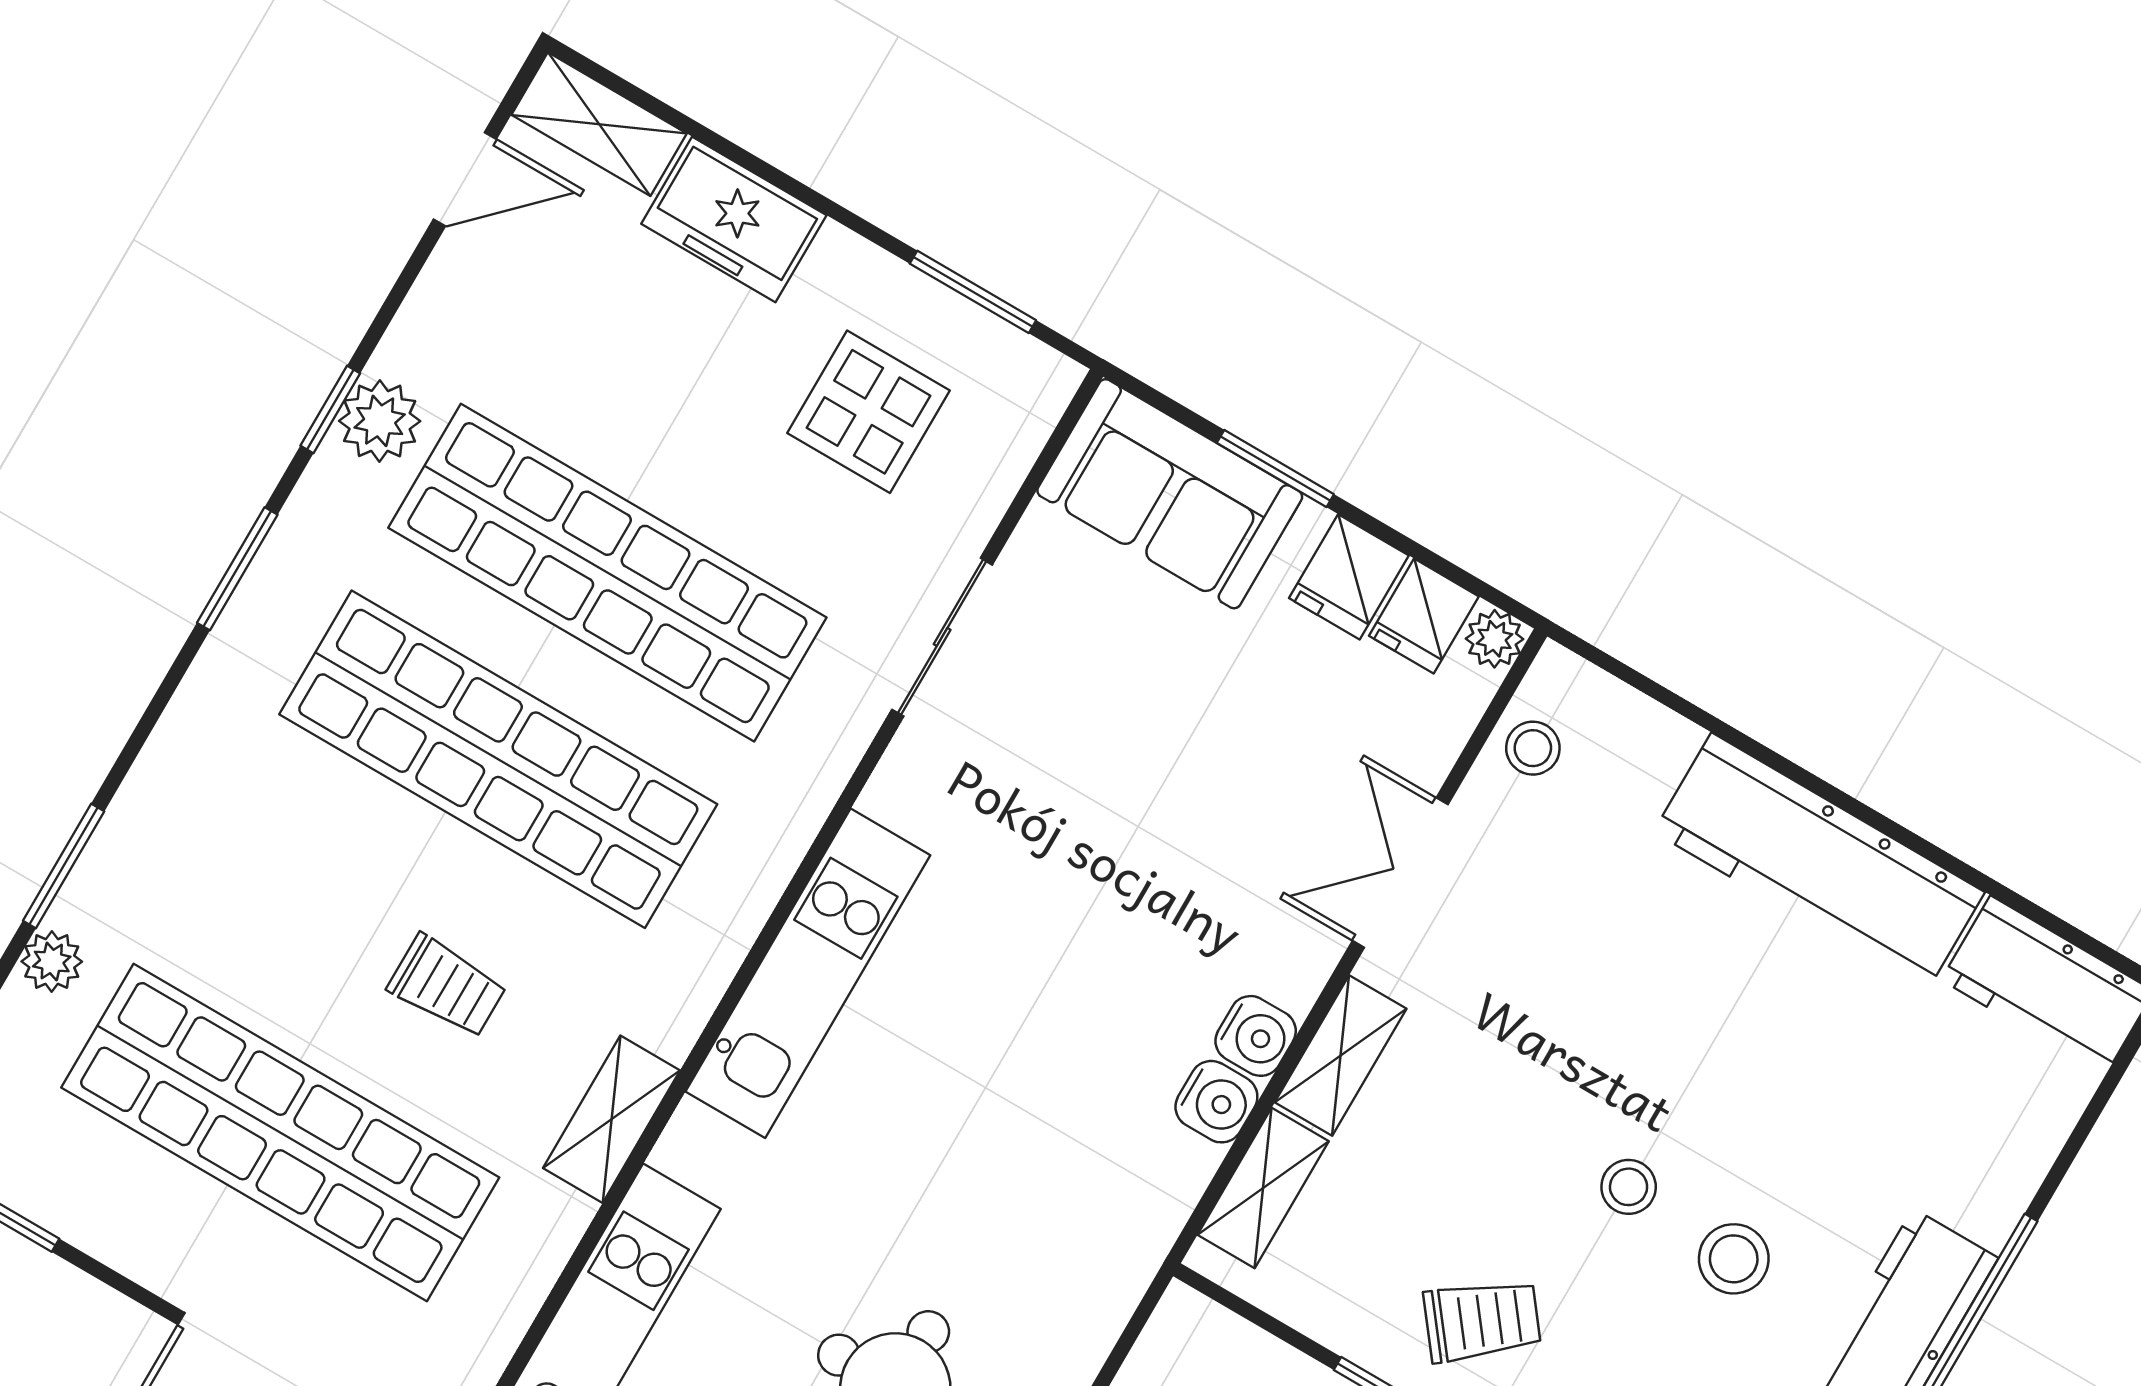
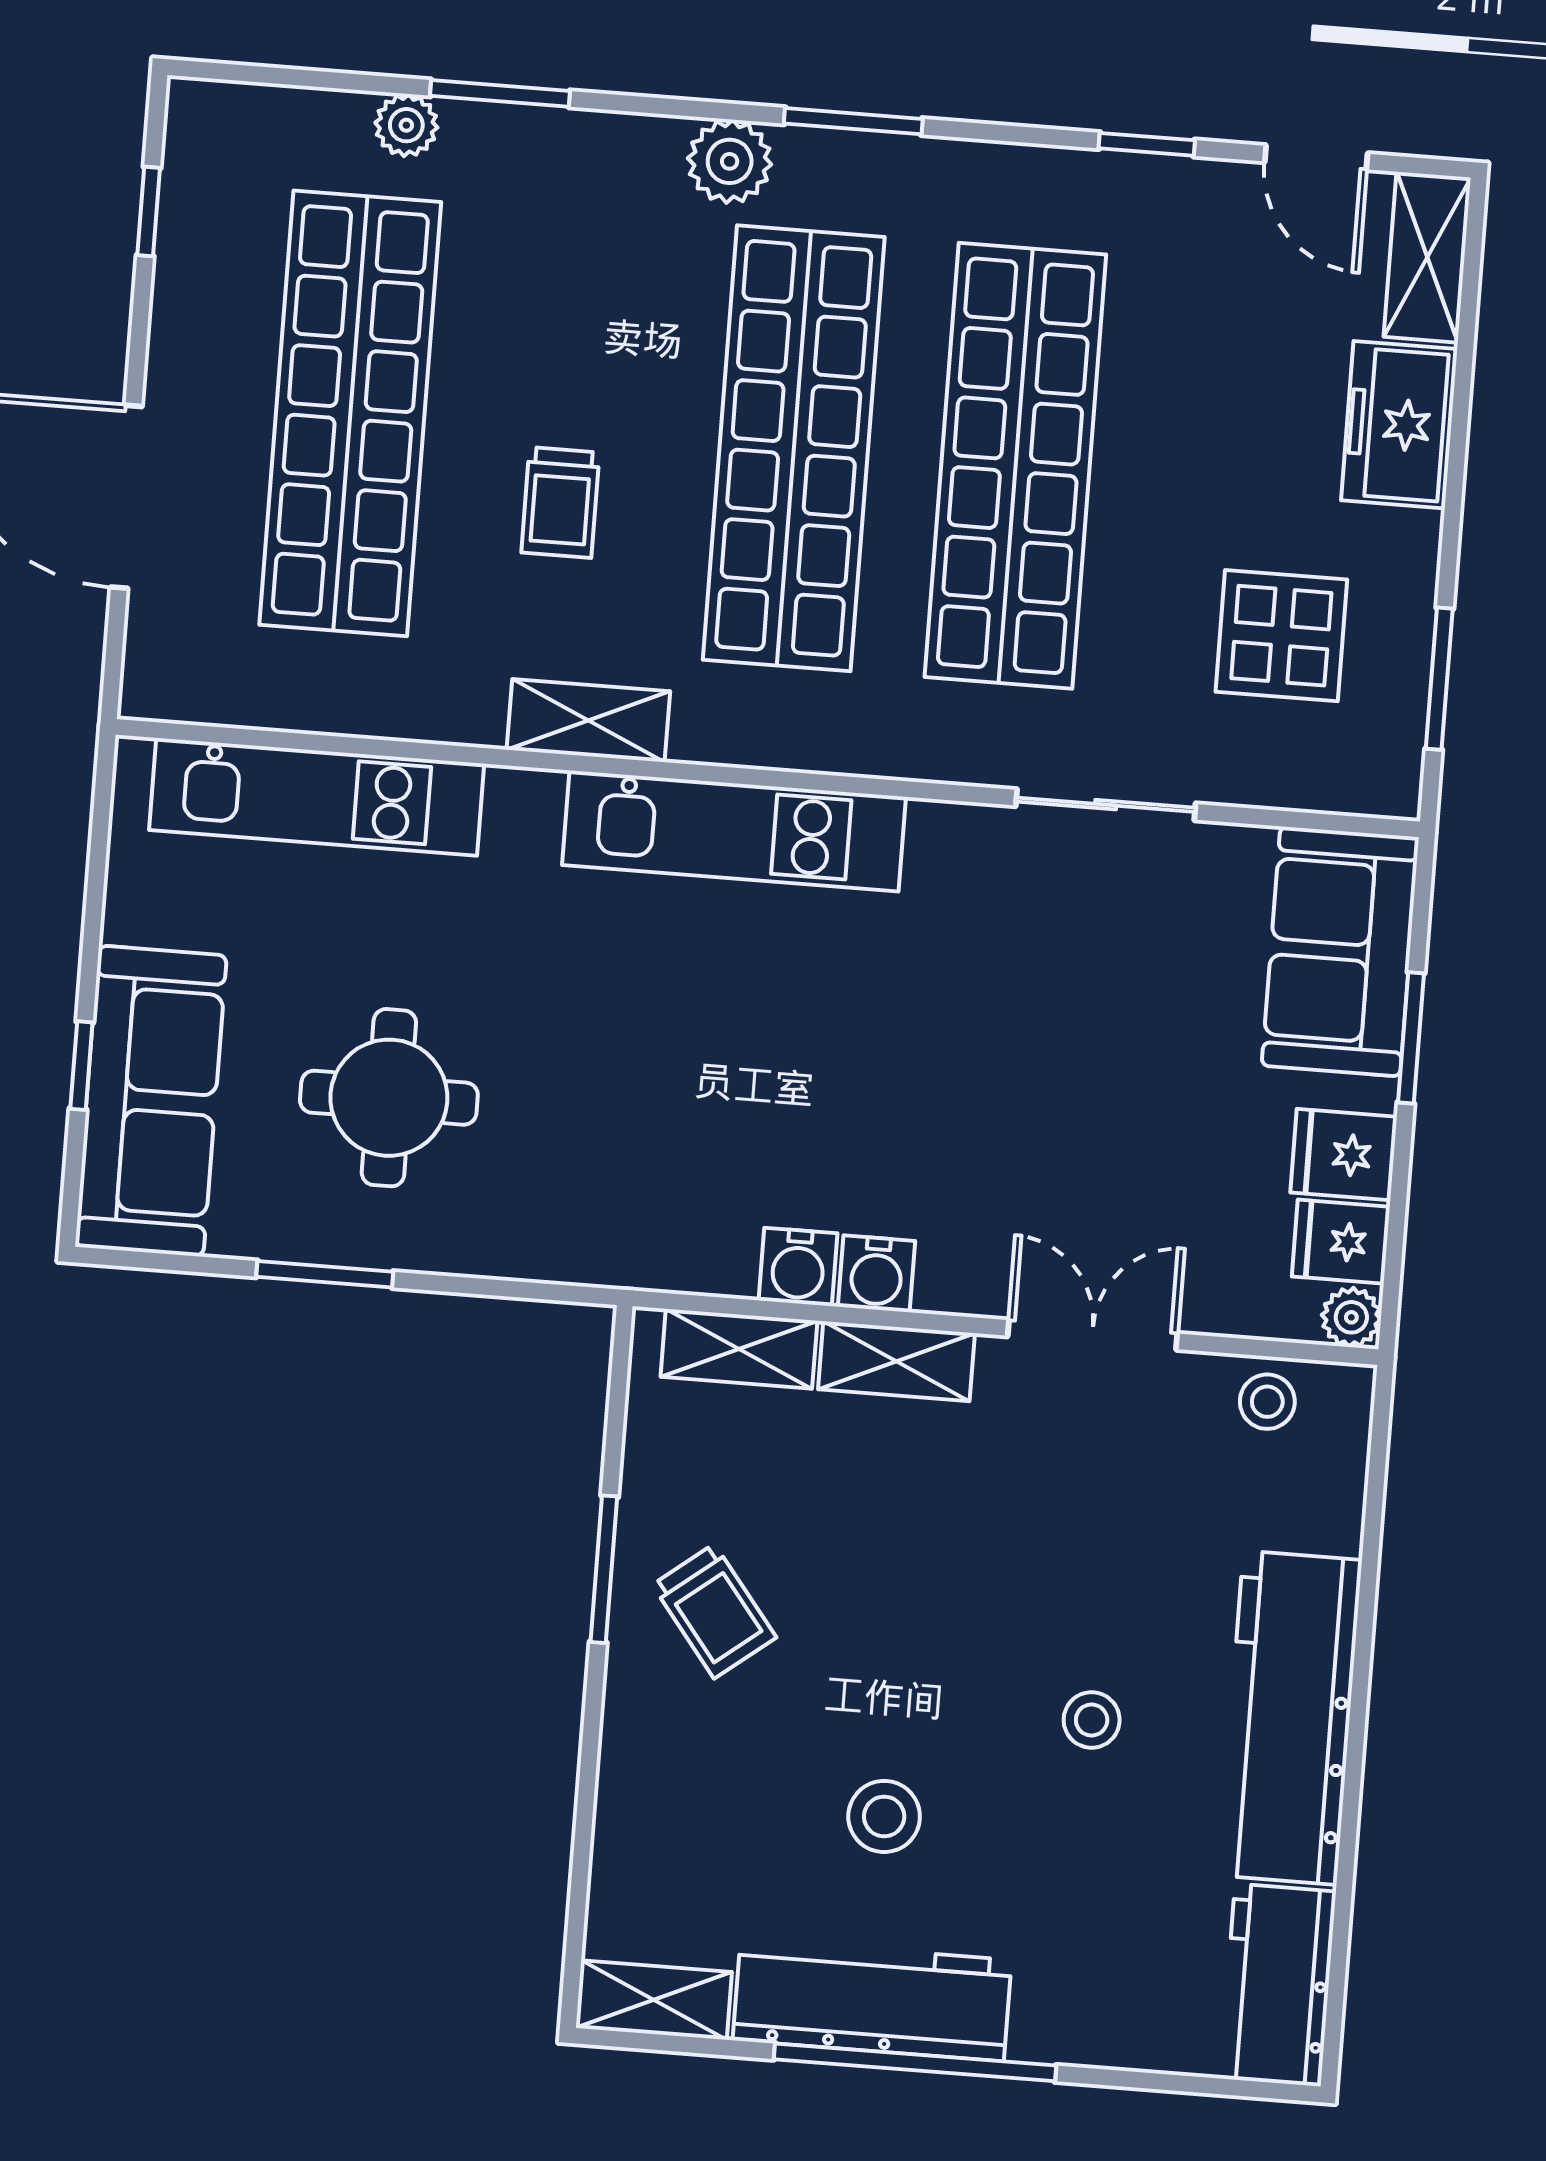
window: (330, 410) -> (1147, 144), moved
plant: (380, 421) -> (730, 161), moved
shelving: (611, 1119) -> (588, 720), moved
stool: (1629, 1187) -> (1092, 1720), moved

